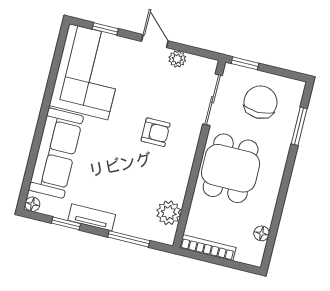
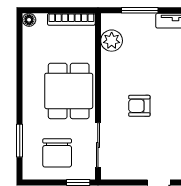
plant: (177, 59) -> (136, 172), removed
floor lamp: (262, 233) -> (29, 20), moved

